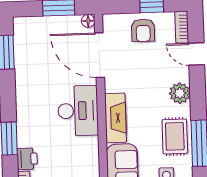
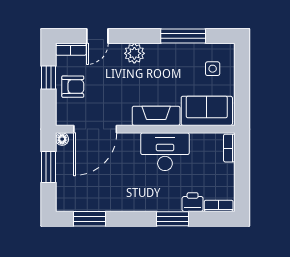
desk: (78, 111) -> (165, 152), moved
rug: (175, 136) -> (176, 59), removed

